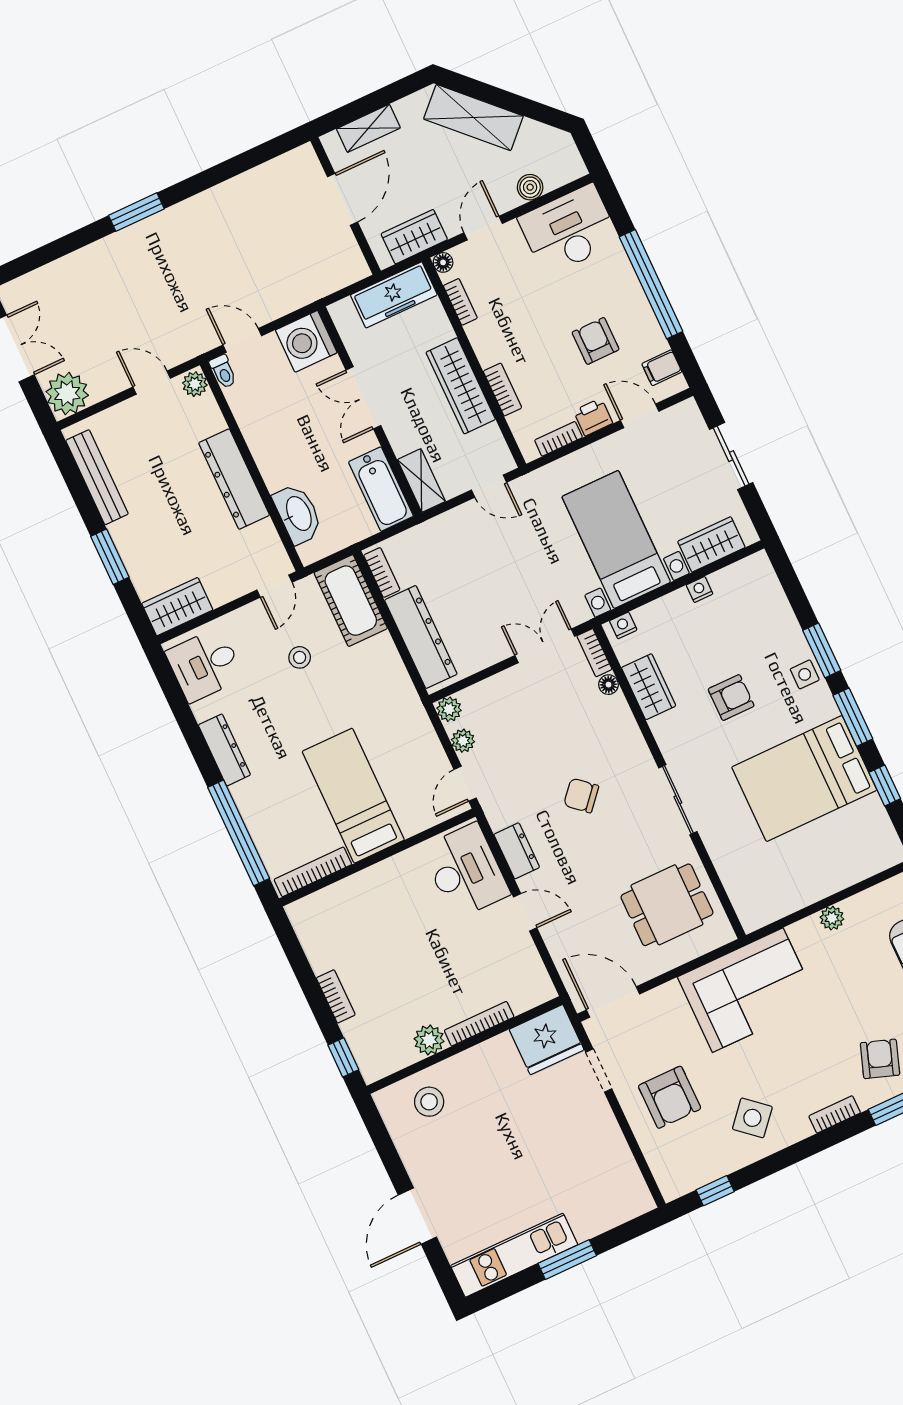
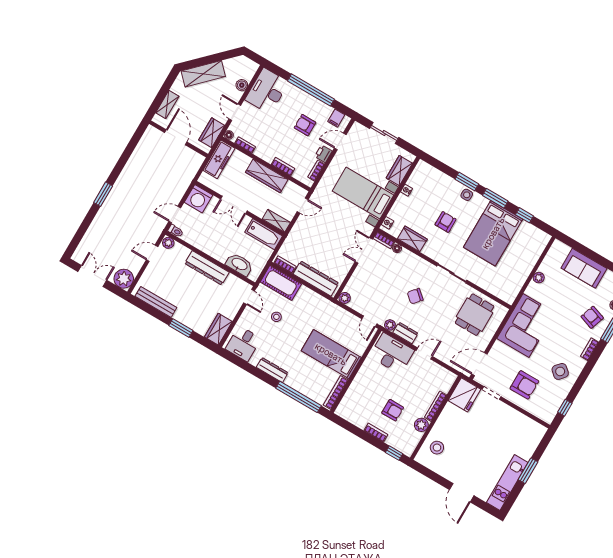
plant: (463, 741) -> (390, 325), moved
armchair: (395, 977) -> (393, 410), added

